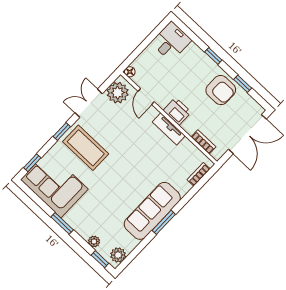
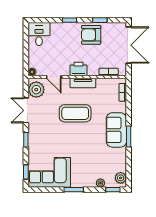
armchair: (221, 90) -> (91, 35), turned 180
coffee table: (86, 148) -> (75, 113), moved
sofa: (152, 211) -> (116, 130), width x0.73

